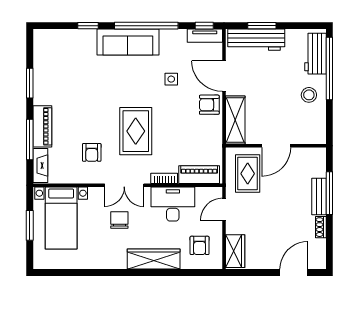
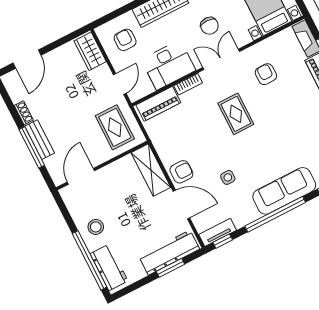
rug: (136, 131) -> (236, 114), width x0.73, depth x0.70
door: (276, 146) -> (81, 176), moved

